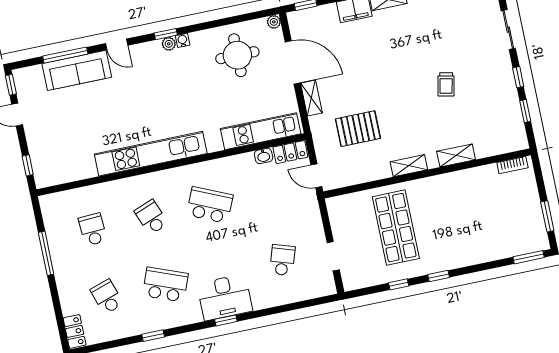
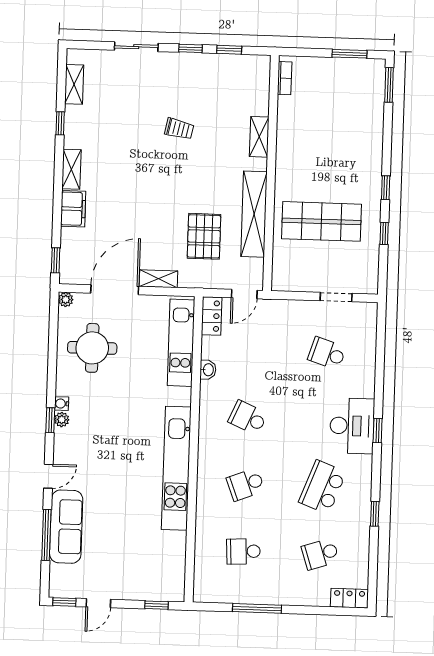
washbasin: (264, 156) -> (208, 370), moved
shelving: (409, 166) -> (254, 214), width x2.20, depth x1.33
school desk: (210, 205) -> (248, 418), width x0.54

